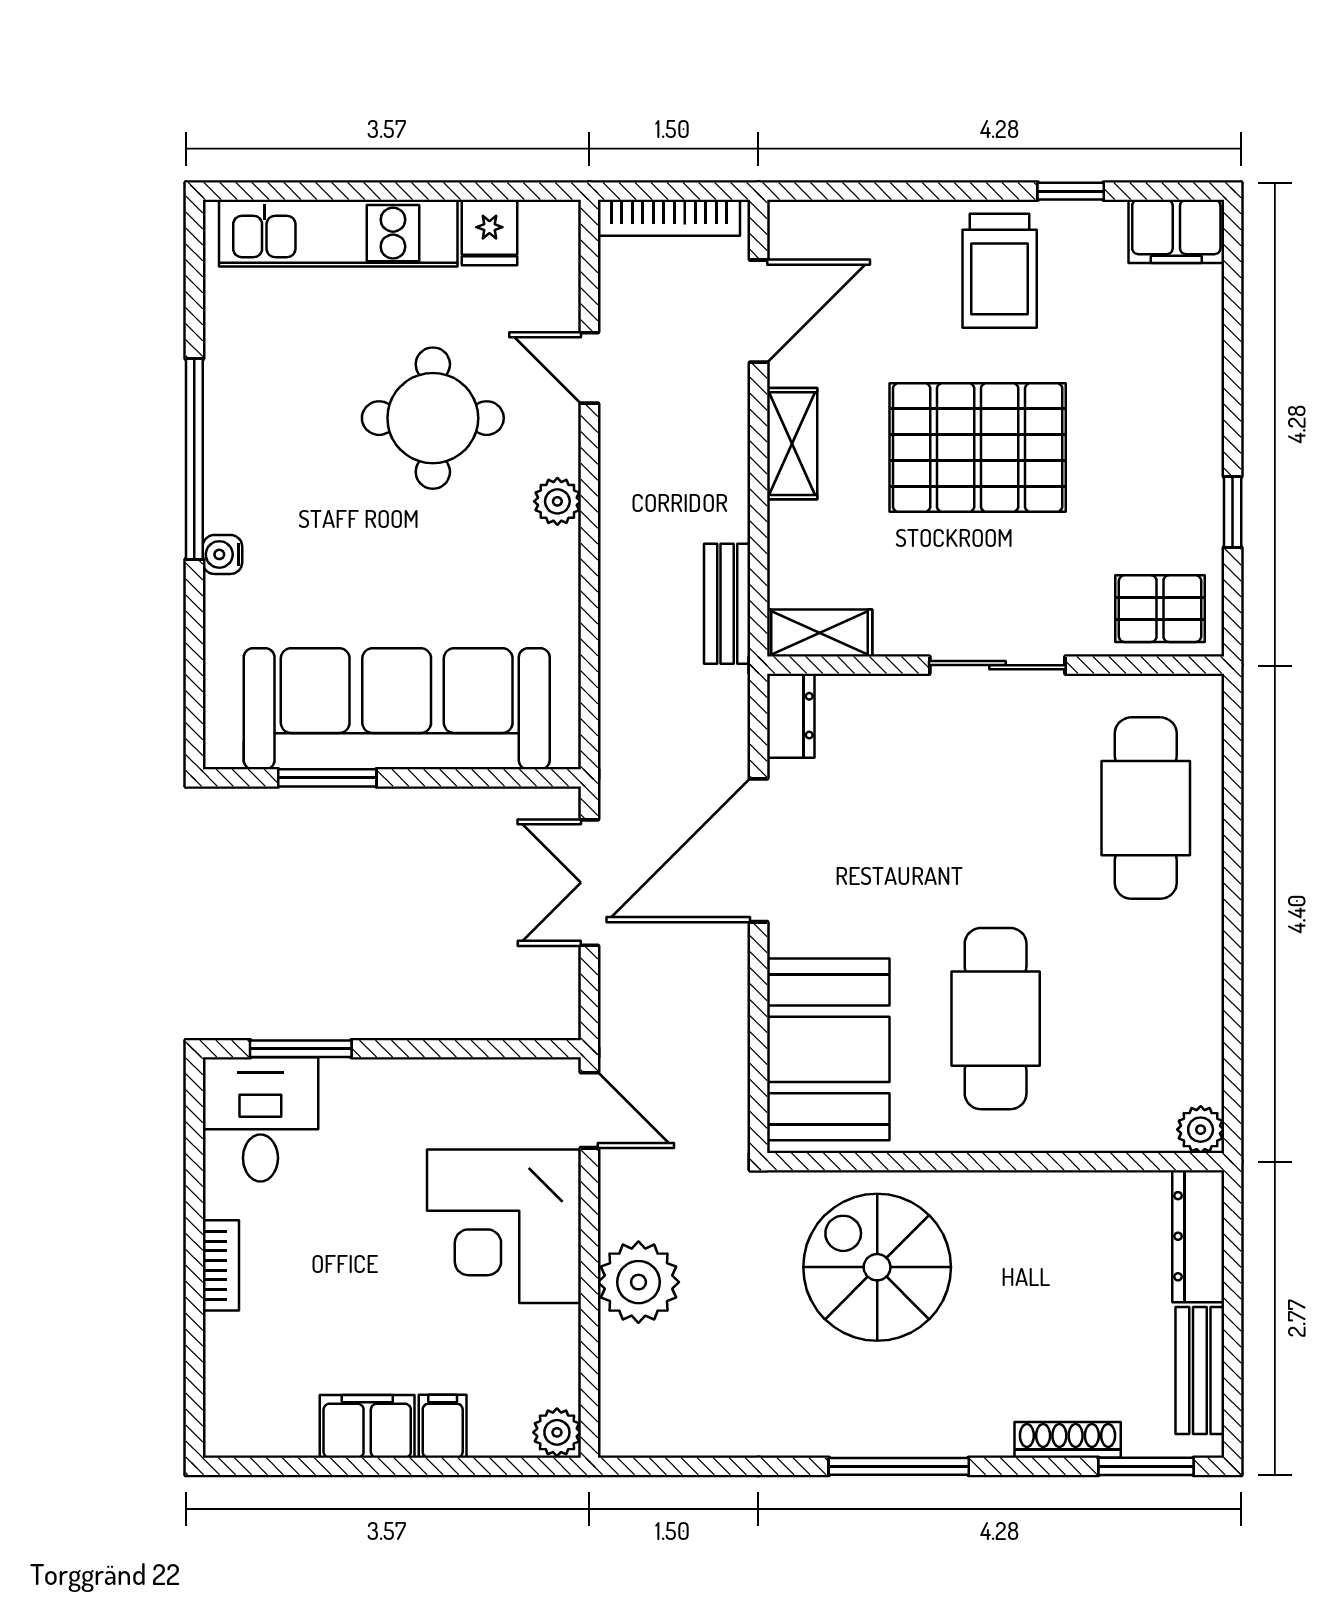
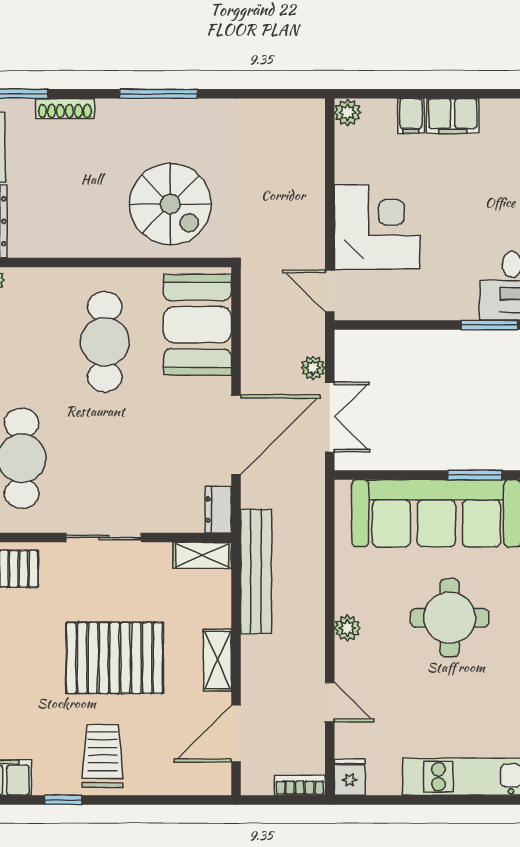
bookcase: (669, 218) -> (300, 785), width x0.64
fridge: (489, 232) -> (350, 777), moved
round table: (433, 418) -> (450, 618), moved
bench: (727, 604) -> (256, 571), width x1.86, depth x1.21
plant: (638, 1282) -> (313, 368), moved, width x0.53, depth x0.53

